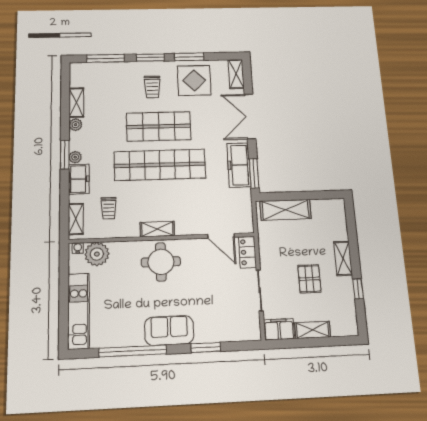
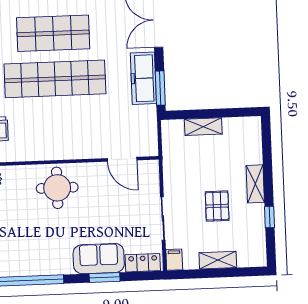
shelving: (286, 210) -> (203, 127), width x0.67, depth x0.75
shelving: (157, 229) -> (53, 152), removed
locker: (247, 252) -> (143, 263), moved, turned 90
filing cabinet: (279, 329) -> (174, 260), width x0.50
sofa: (169, 330) -> (99, 259), moved

